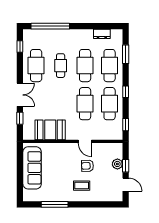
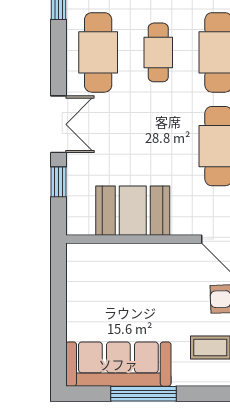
sofa: (32, 168) -> (118, 364), moved, turned -90

